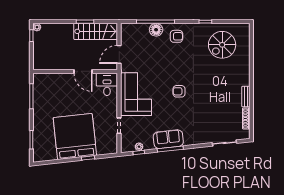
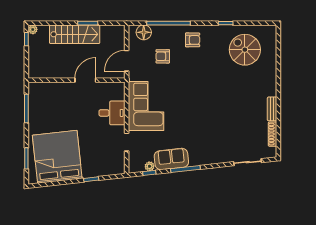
floor lamp: (156, 30) -> (144, 32), moved
stairs: (96, 31) -> (75, 34), moved
spiral stairs: (222, 45) -> (245, 50), turned 90
door: (83, 71) -> (85, 80), swing flipped
desk: (107, 84) -> (112, 113), moved, turned 90
armchair: (179, 91) -> (163, 56), moved
bed: (75, 137) -> (57, 157), moved
sofa: (168, 139) -> (171, 159), moved

